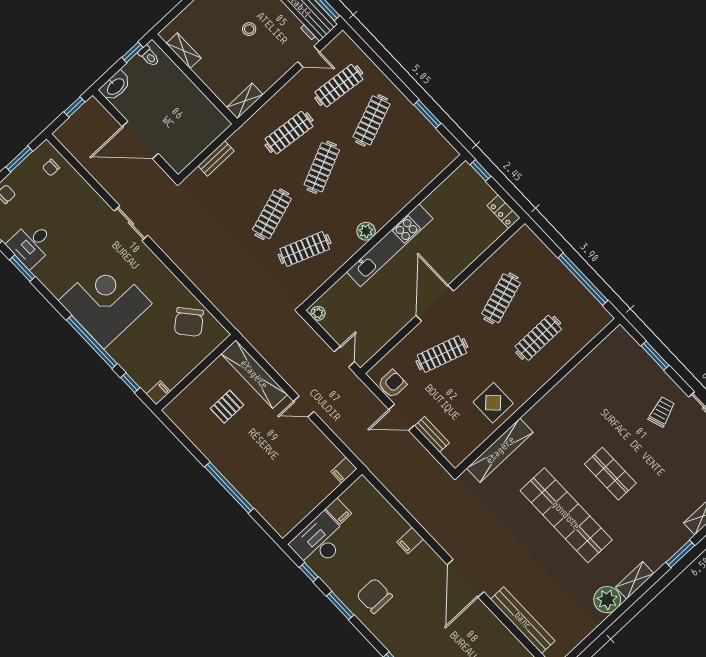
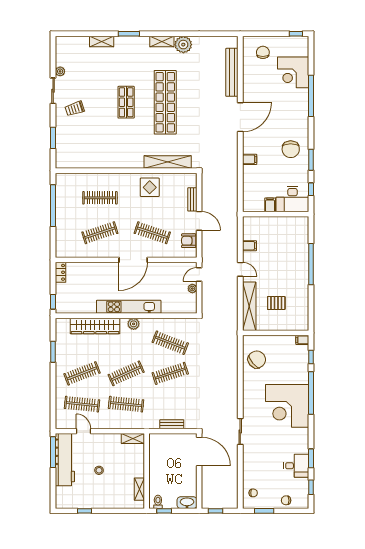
door: (140, 140) -> (199, 452), moved
wardrobe: (407, 188) -> (95, 326), added
plant: (318, 313) -> (192, 289), moved
filing cabinet: (344, 470) -> (249, 246), moved

